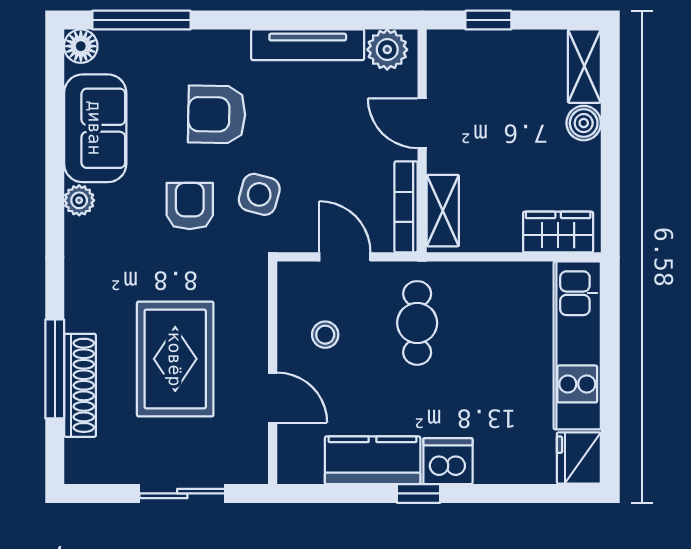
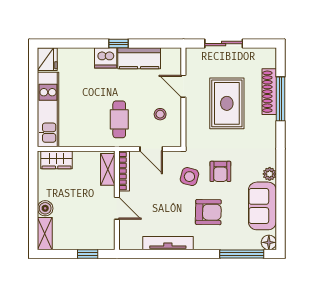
plant: (387, 50) -> (133, 241), removed

